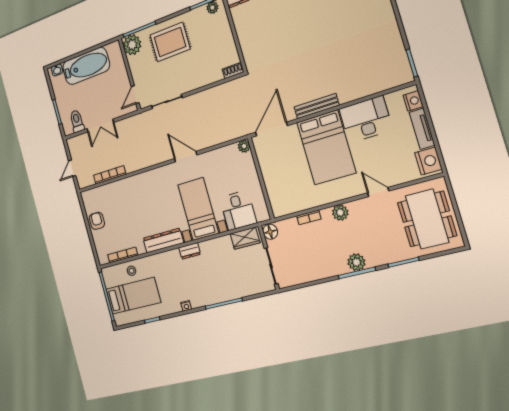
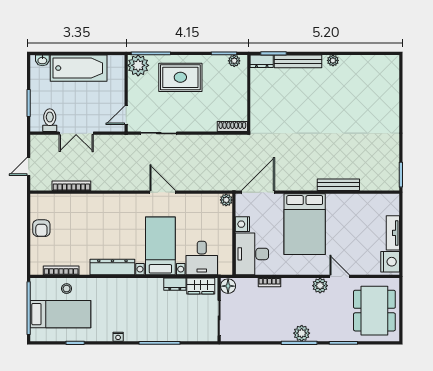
shoe rack: (233, 71) -> (232, 127), width x1.43
nightstand: (413, 101) -> (242, 224), moved, turned 180
bench: (317, 106) -> (338, 185), moved
desk: (366, 119) -> (252, 254), moved, turned -90
plant: (340, 213) -> (320, 286), moved
armchair: (97, 221) -> (41, 228), turned 180
dresser: (190, 251) -> (175, 284), moved

